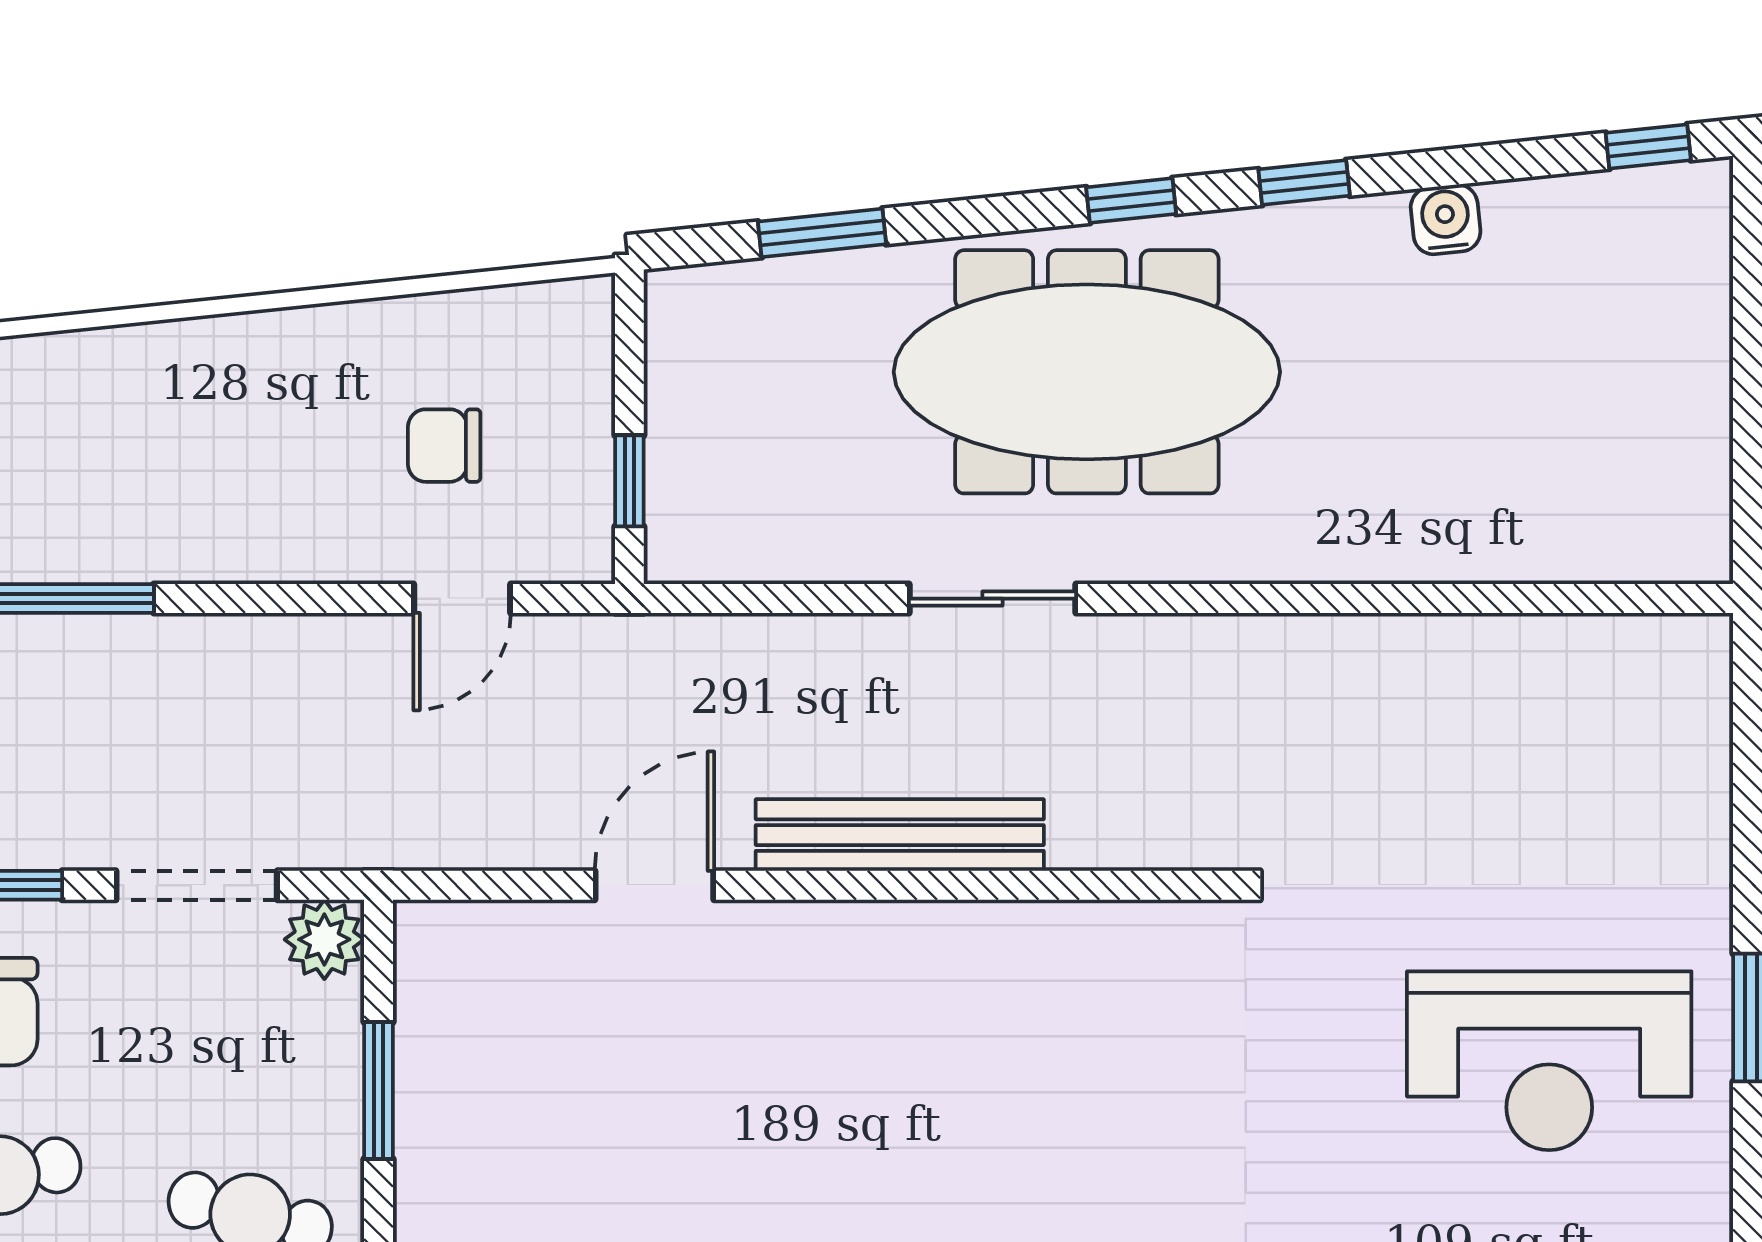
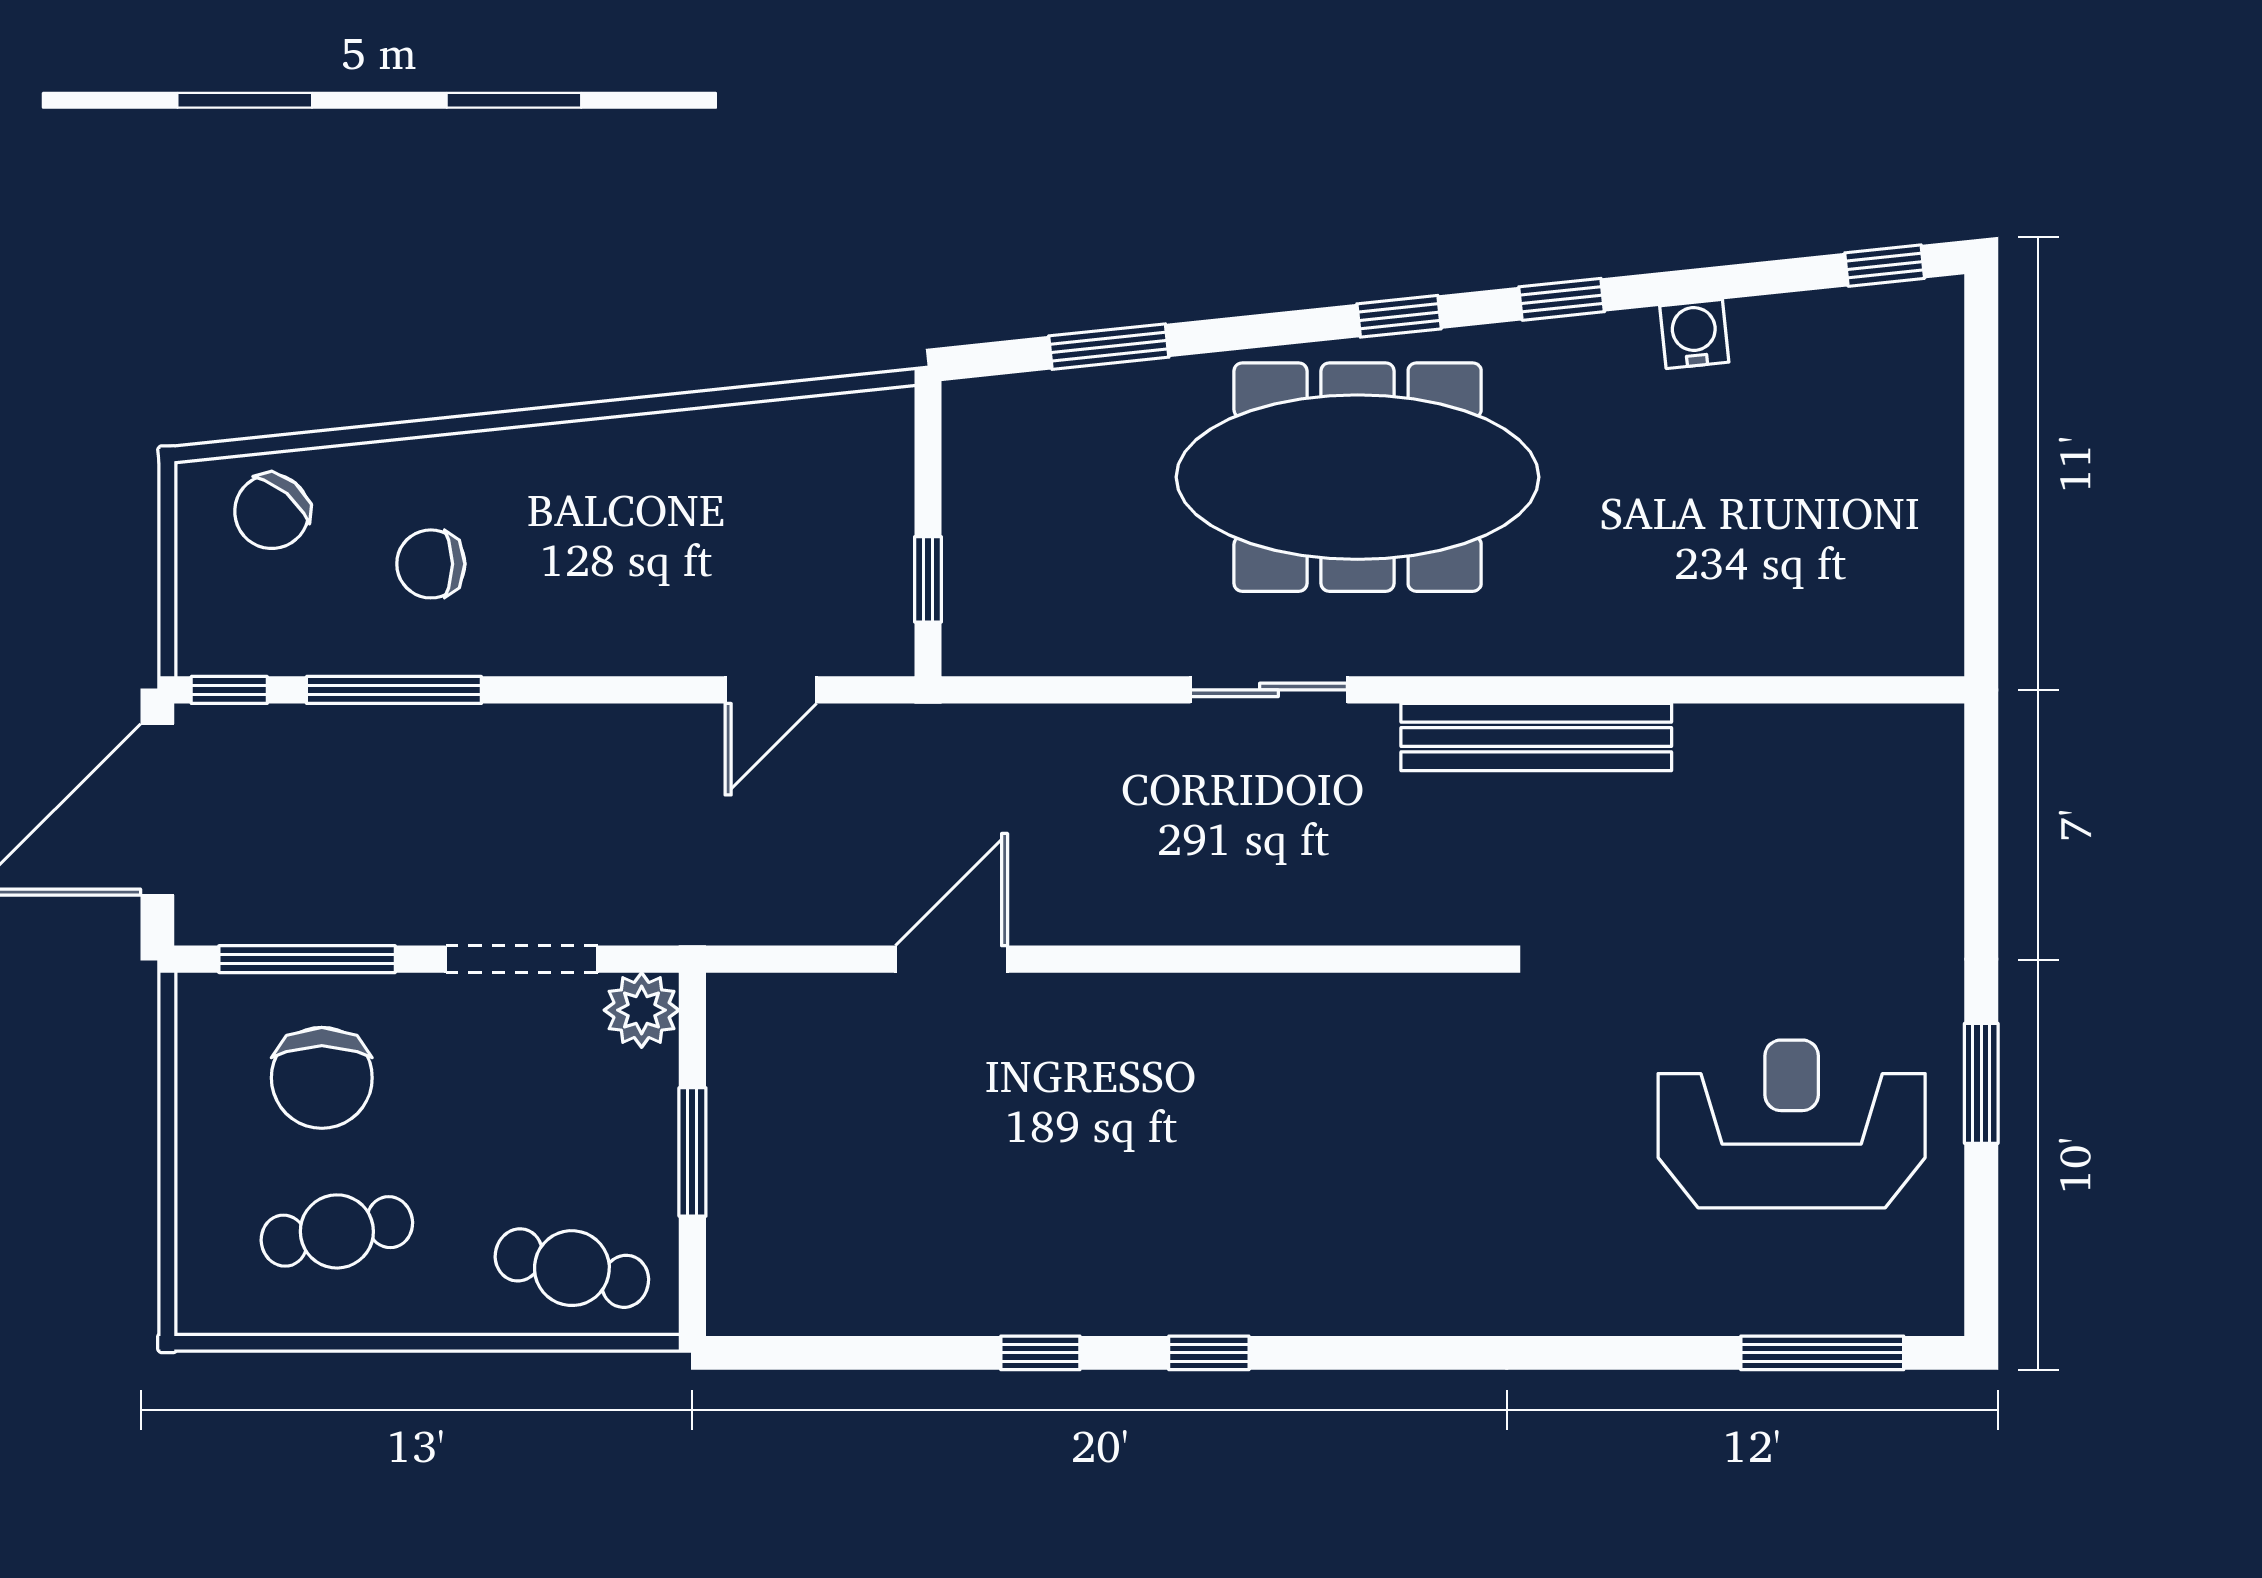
chair: (444, 446) -> (431, 564), moved
bench: (900, 835) -> (1536, 737), moved
reception desk: (1549, 1061) -> (1792, 1124), turned 180

